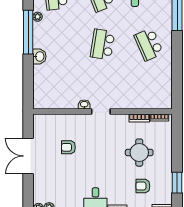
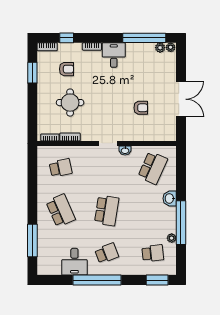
school desk: (56, 87) -> (153, 168), added
school desk: (149, 87) -> (61, 168), added

